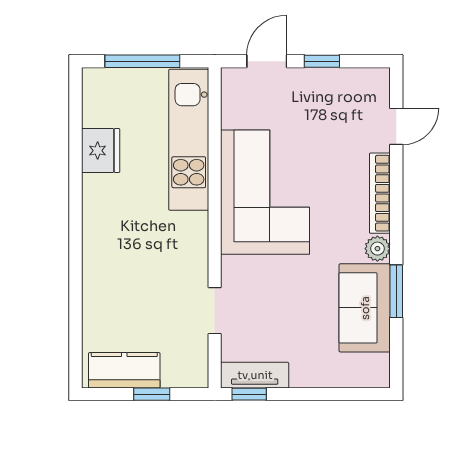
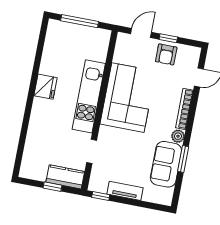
armchair: (324, 94) -> (166, 54), added
kitchen unit: (189, 140) -> (89, 96), moved
fridge: (101, 151) -> (45, 87), moved
kitchen counter: (124, 370) -> (65, 177), moved
tv unit: (255, 375) -> (125, 191), moved

